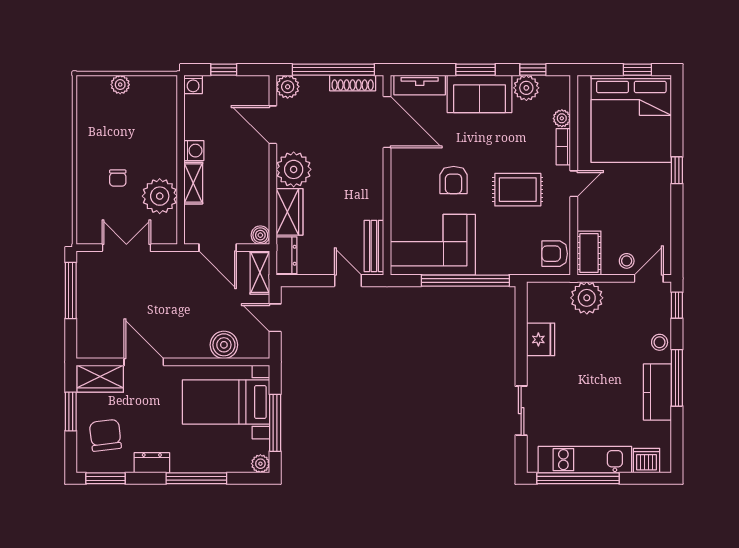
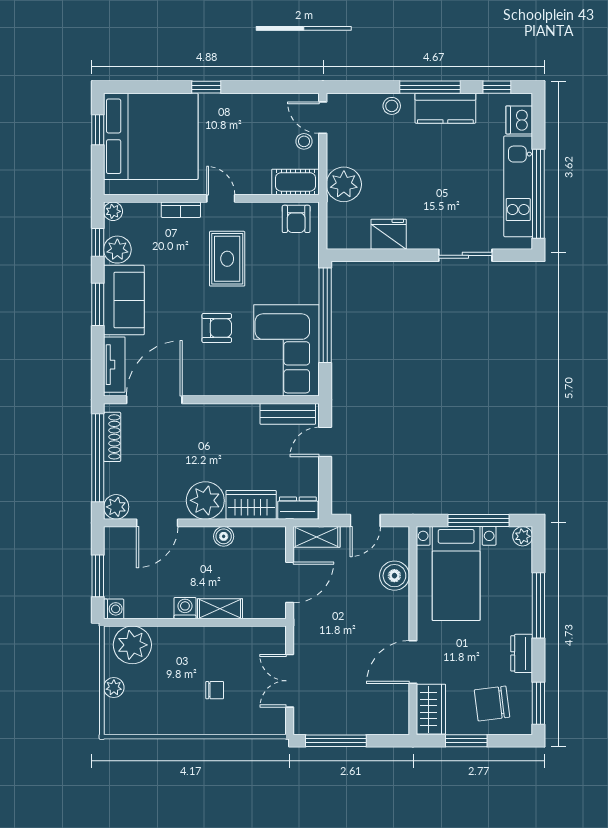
window: (224, 70) -> (98, 576), width x1.50
plant: (562, 118) -> (113, 211), moved
plant: (160, 196) -> (132, 645), moved
boiler: (260, 235) -> (224, 536), moved
window: (677, 305) -> (497, 87), moved

